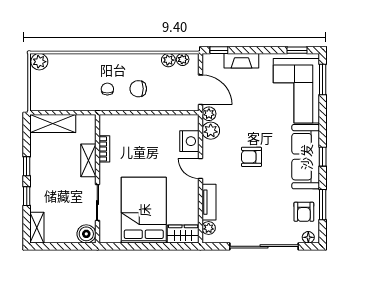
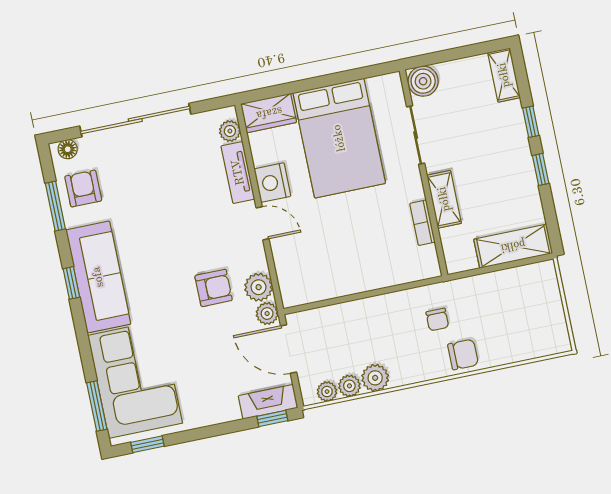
fireplace: (241, 61) -> (268, 402), moved
plant: (39, 62) -> (375, 378), moved
chair: (138, 89) -> (463, 354), moved
nightstand: (189, 141) -> (272, 183), moved
armchair: (251, 157) -> (214, 288), moved

